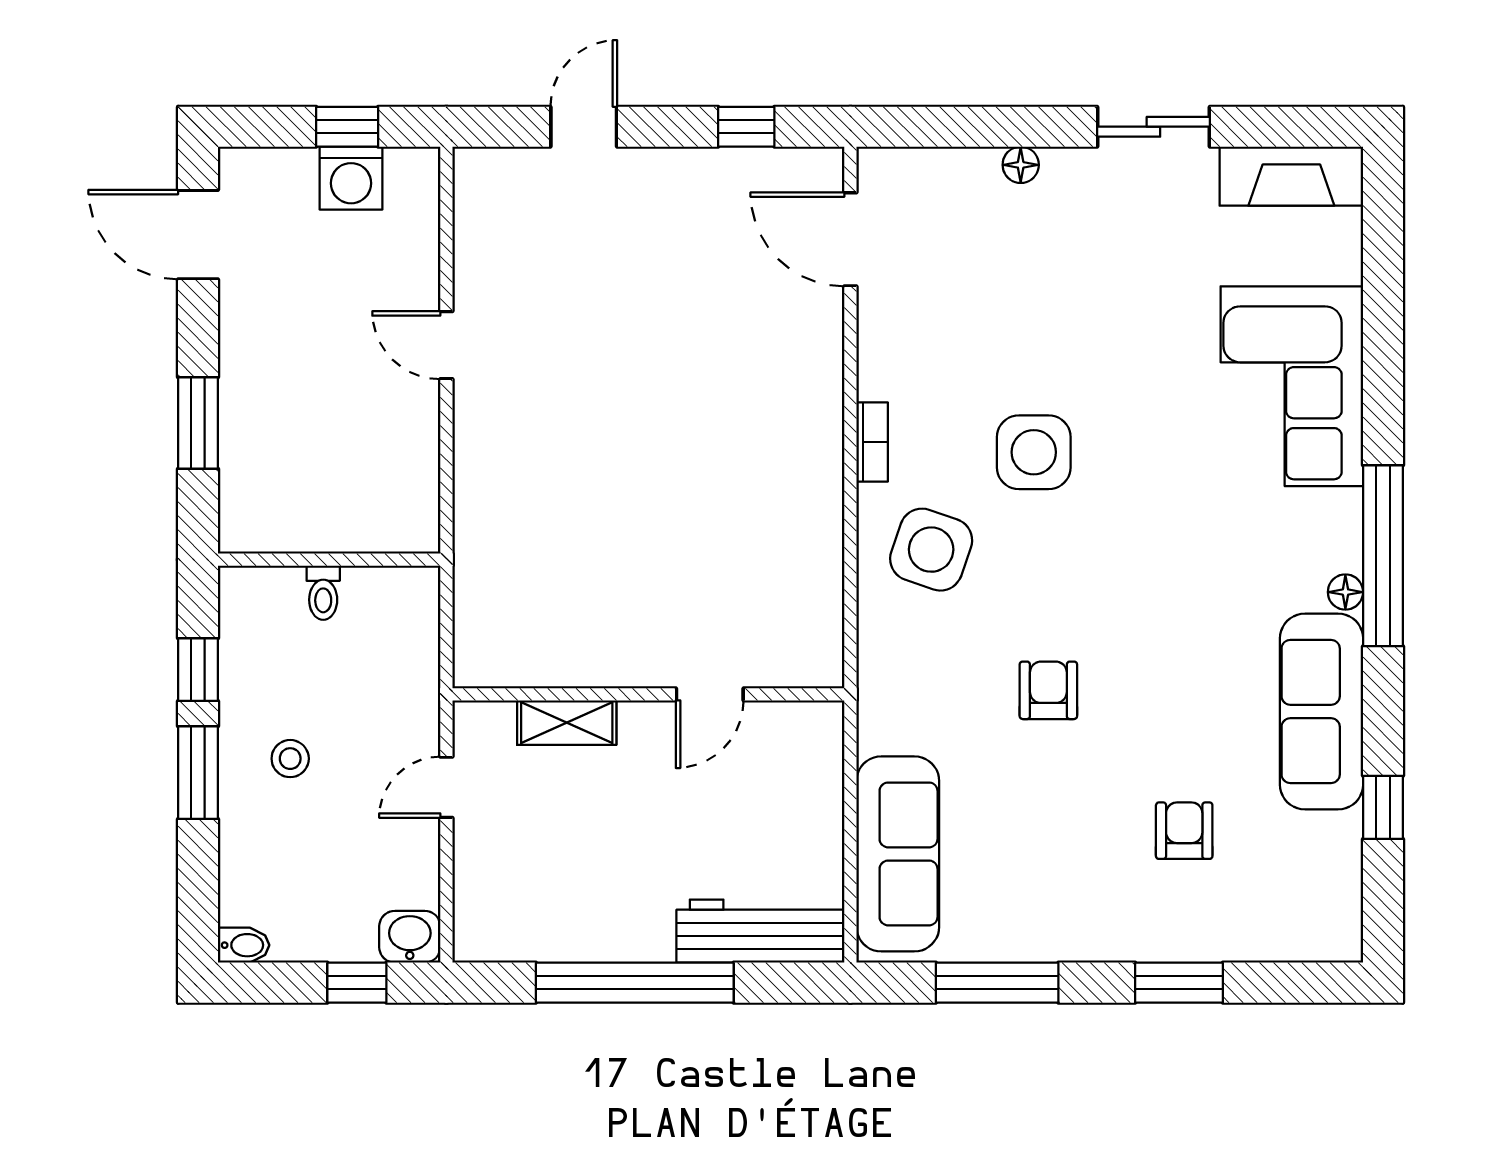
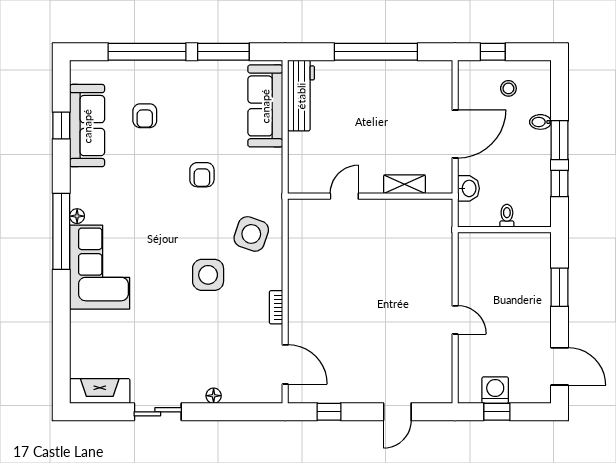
corner sofa: (1292, 386) -> (100, 267), moved
bookcase: (872, 442) -> (276, 307), moved
wall: (648, 694) -> (370, 196), moved
door: (710, 694) -> (344, 196), moved
sofa: (1321, 711) -> (87, 126), moved
shelving: (567, 723) -> (404, 184), moved
stool: (290, 759) -> (508, 88), moved
door: (446, 787) -> (455, 134), width x1.87
workbench: (760, 931) -> (301, 96), moved, turned -90
washbasin: (410, 937) -> (469, 188), moved, turned -90
bidet: (244, 945) -> (540, 122), moved
window: (1179, 983) -> (147, 52), width x2.11

